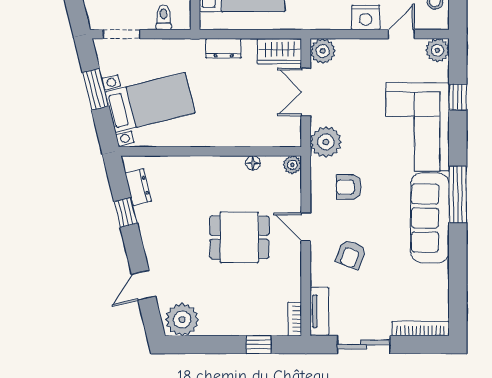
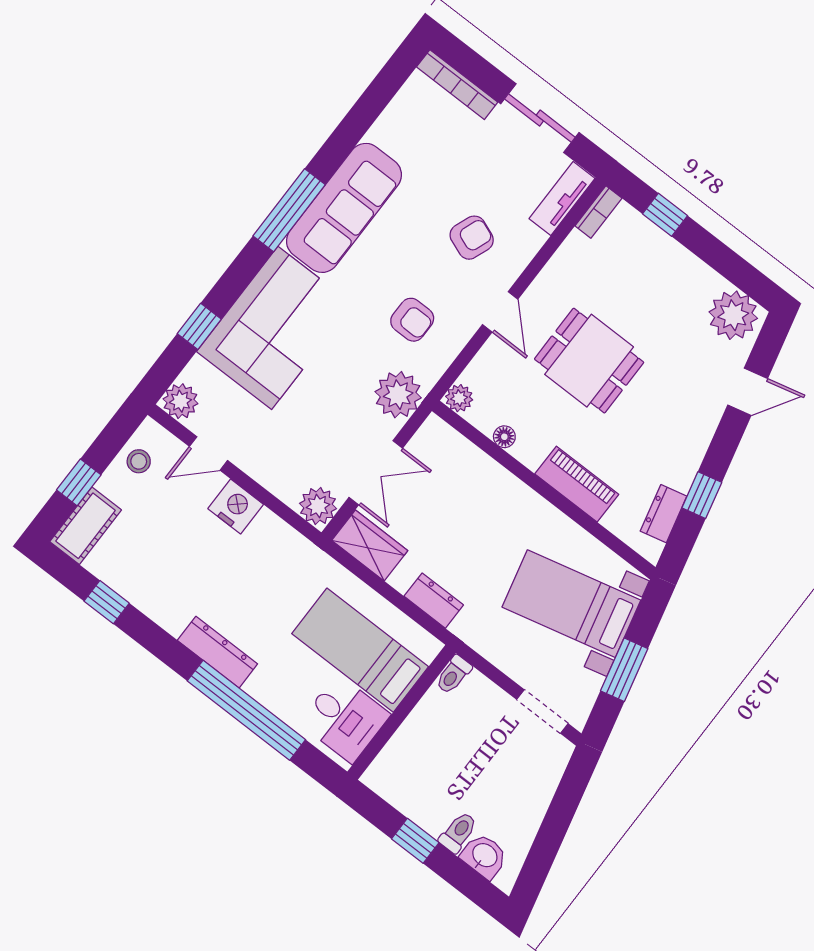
toilet: (164, 17) -> (453, 675), moved
piano: (196, 167) -> (577, 484), added

